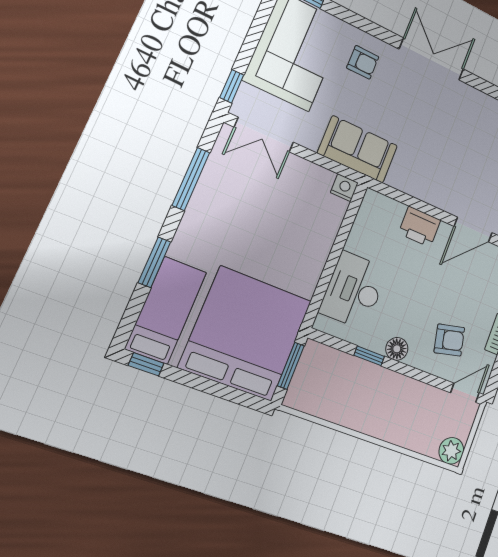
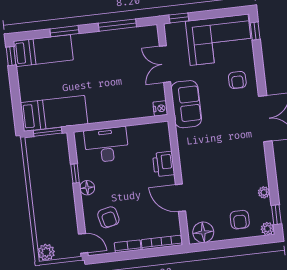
double door: (264, 135) -> (165, 64), moved
bed: (246, 334) -> (54, 113), width x0.49

